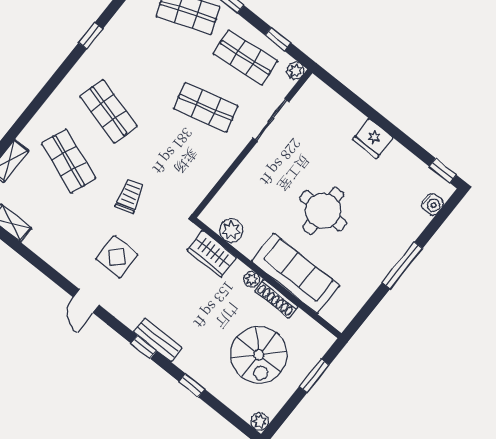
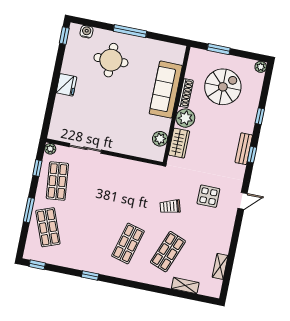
shop shelf: (206, 107) -> (97, 189), removed
round table: (323, 211) -> (111, 60), moved
plant: (252, 279) -> (185, 118), width x1.87, depth x1.87

